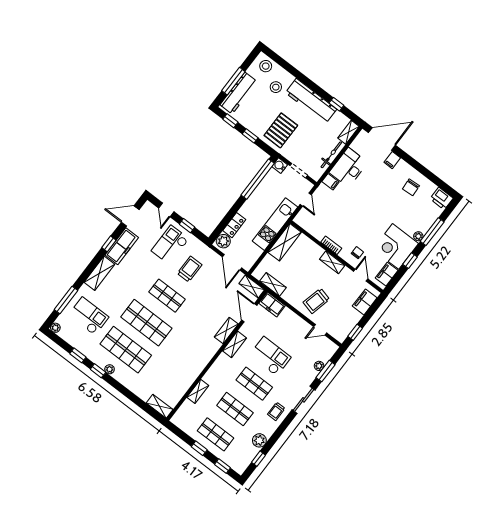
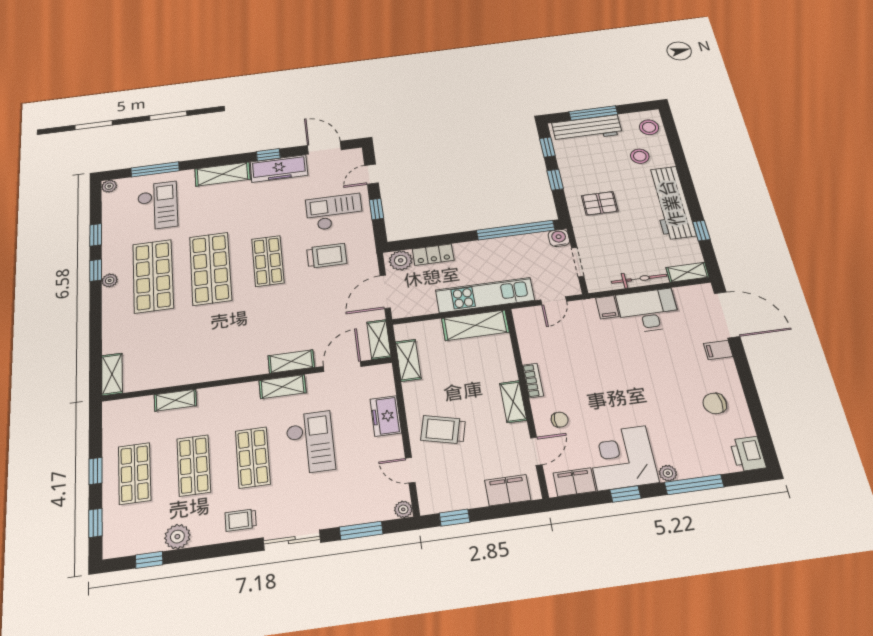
pallet: (281, 130) -> (600, 203), width x0.67, depth x0.71
freezer: (272, 304) -> (386, 416), moved
plant: (319, 366) -> (403, 509), moved

